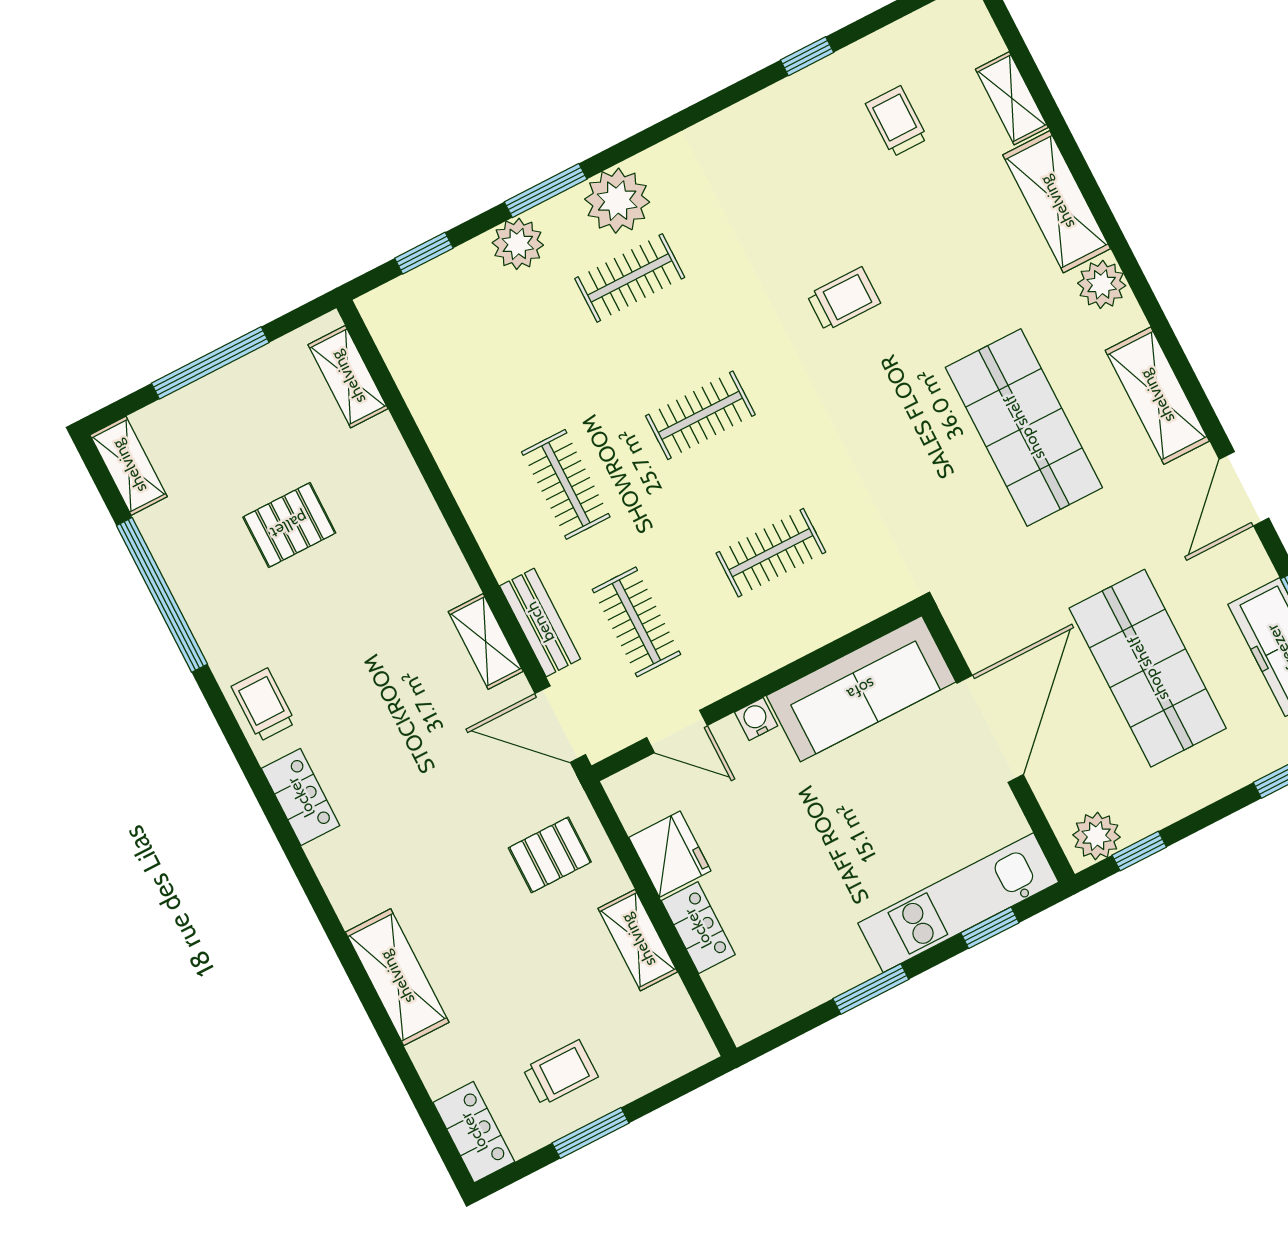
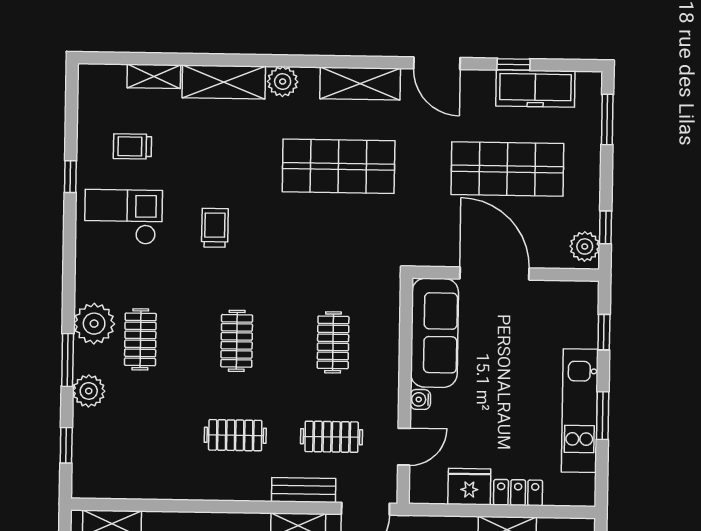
checkout: (790, 162) -> (123, 217), added
kitchen unit: (958, 903) -> (580, 411), moved

